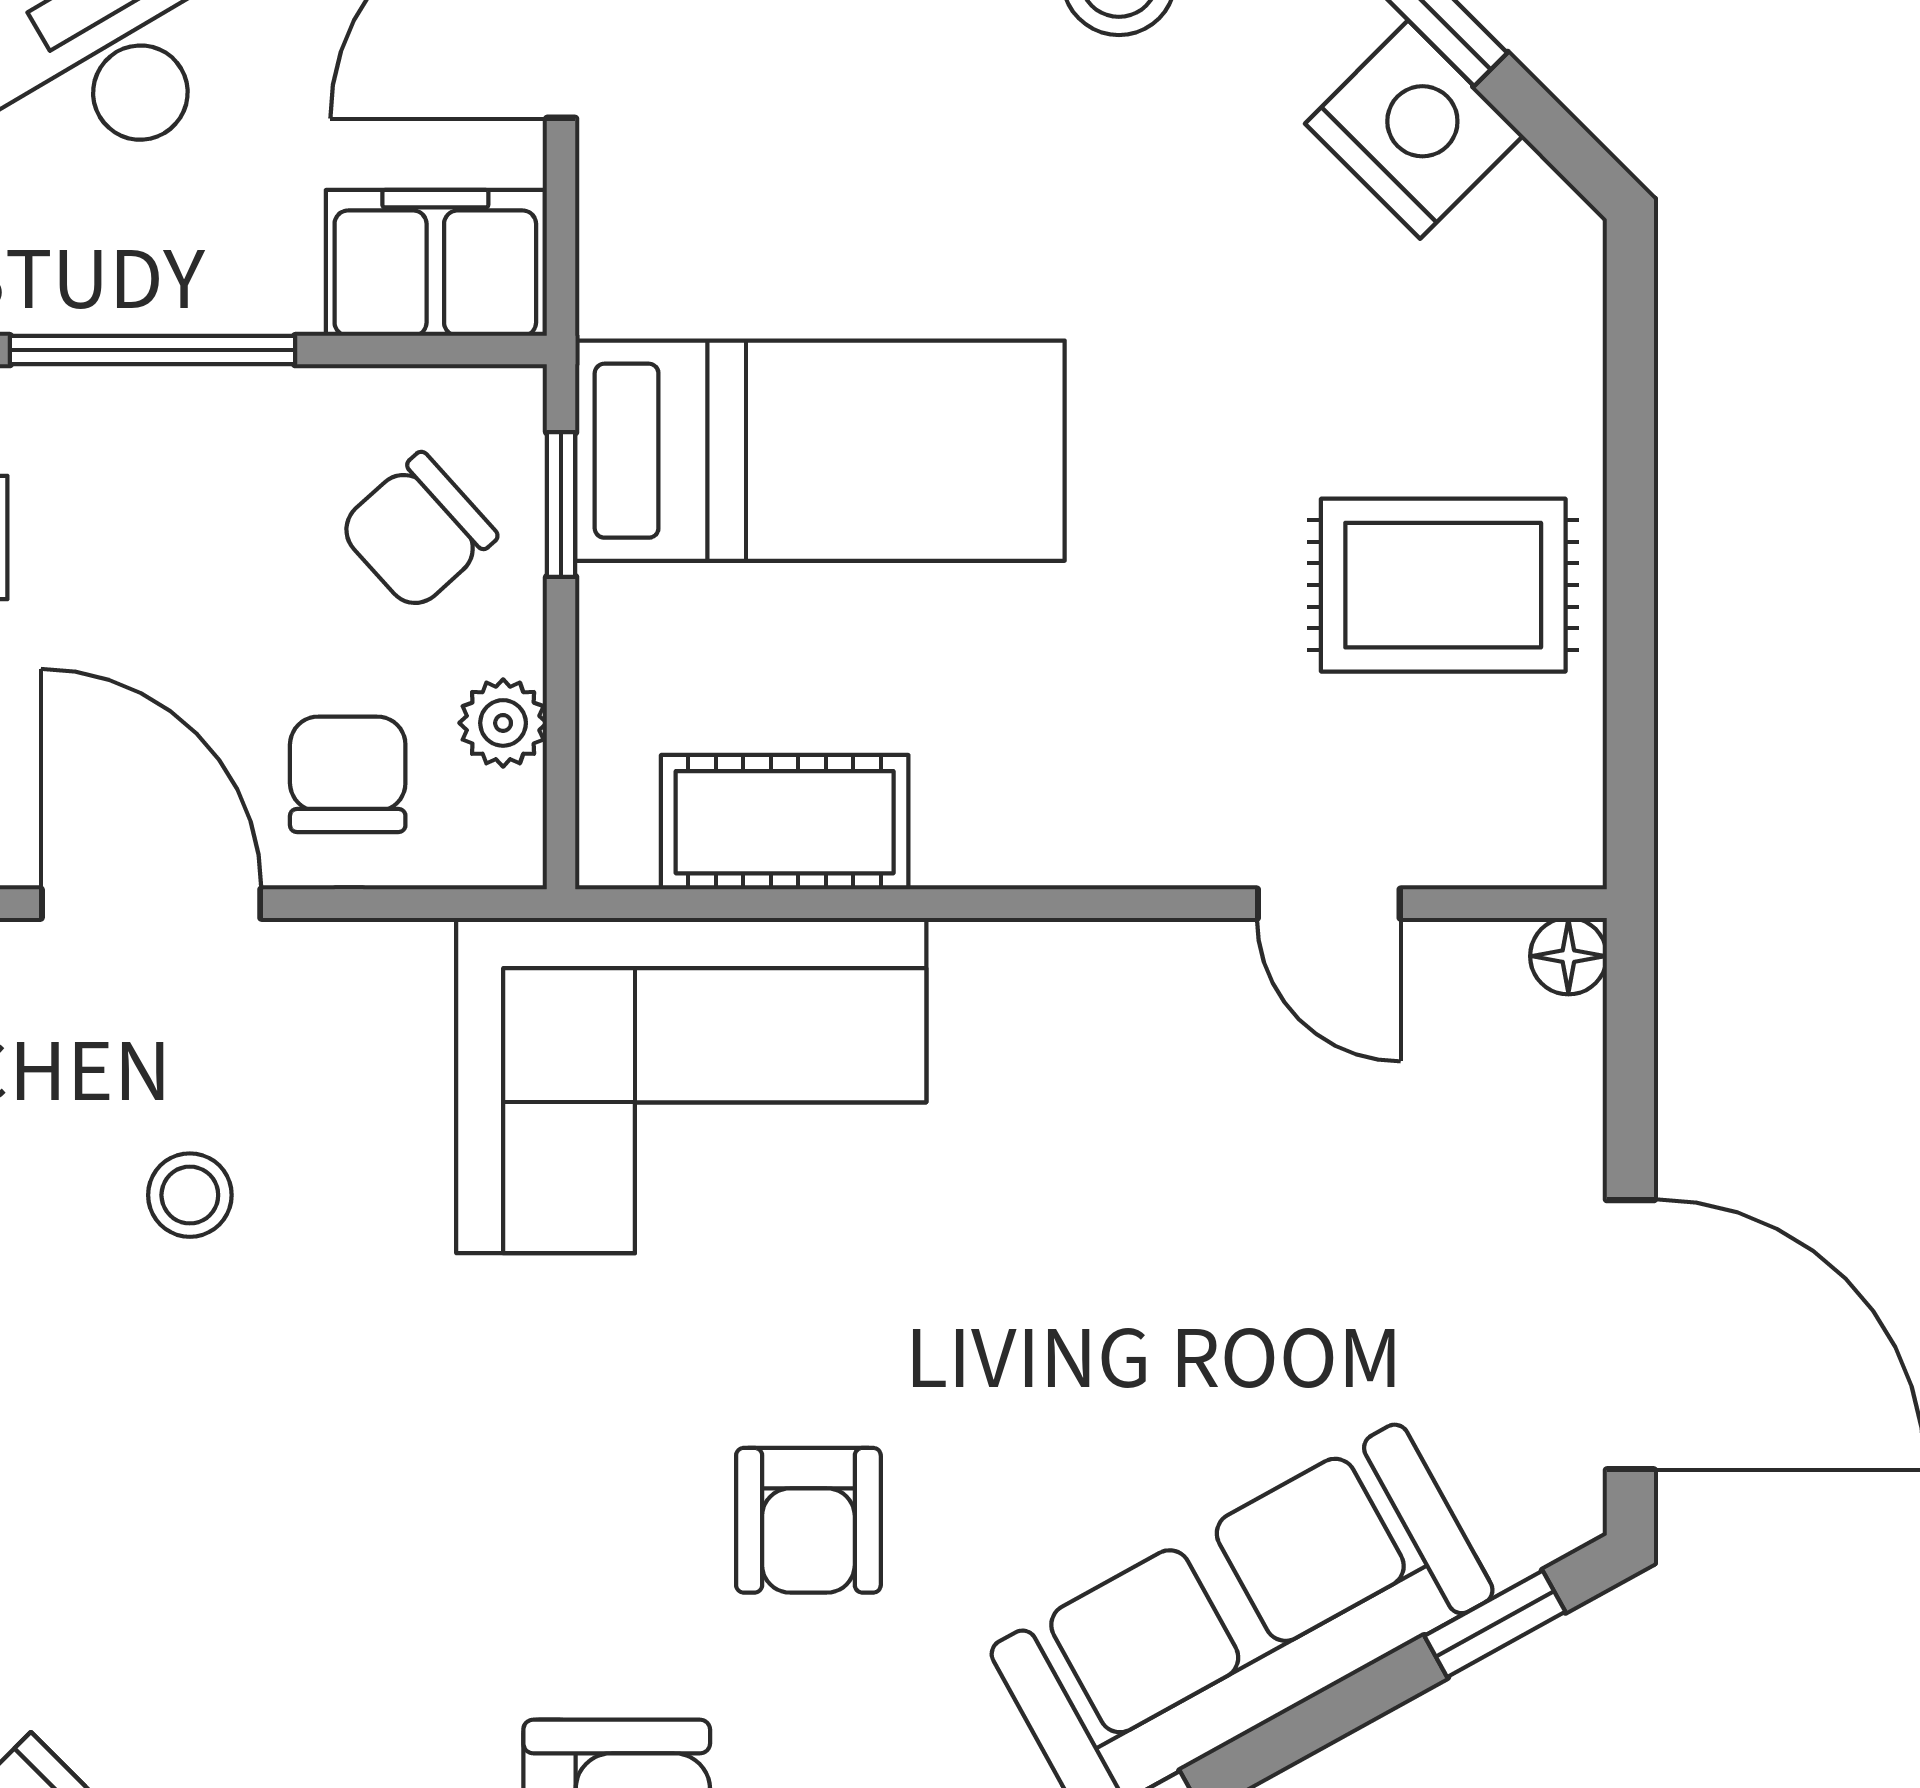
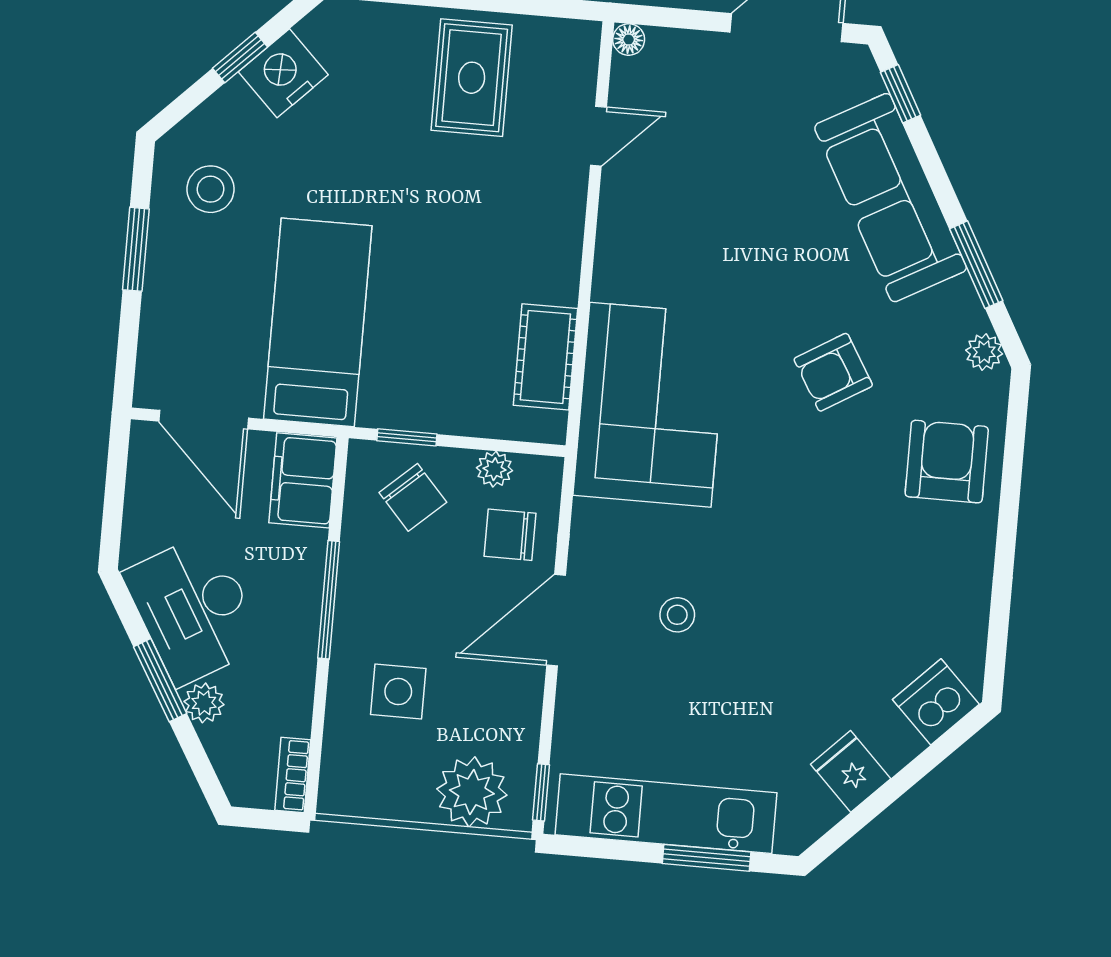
bed: (820, 451) -> (318, 322), moved
armchair: (808, 1520) -> (833, 372), turned 149

